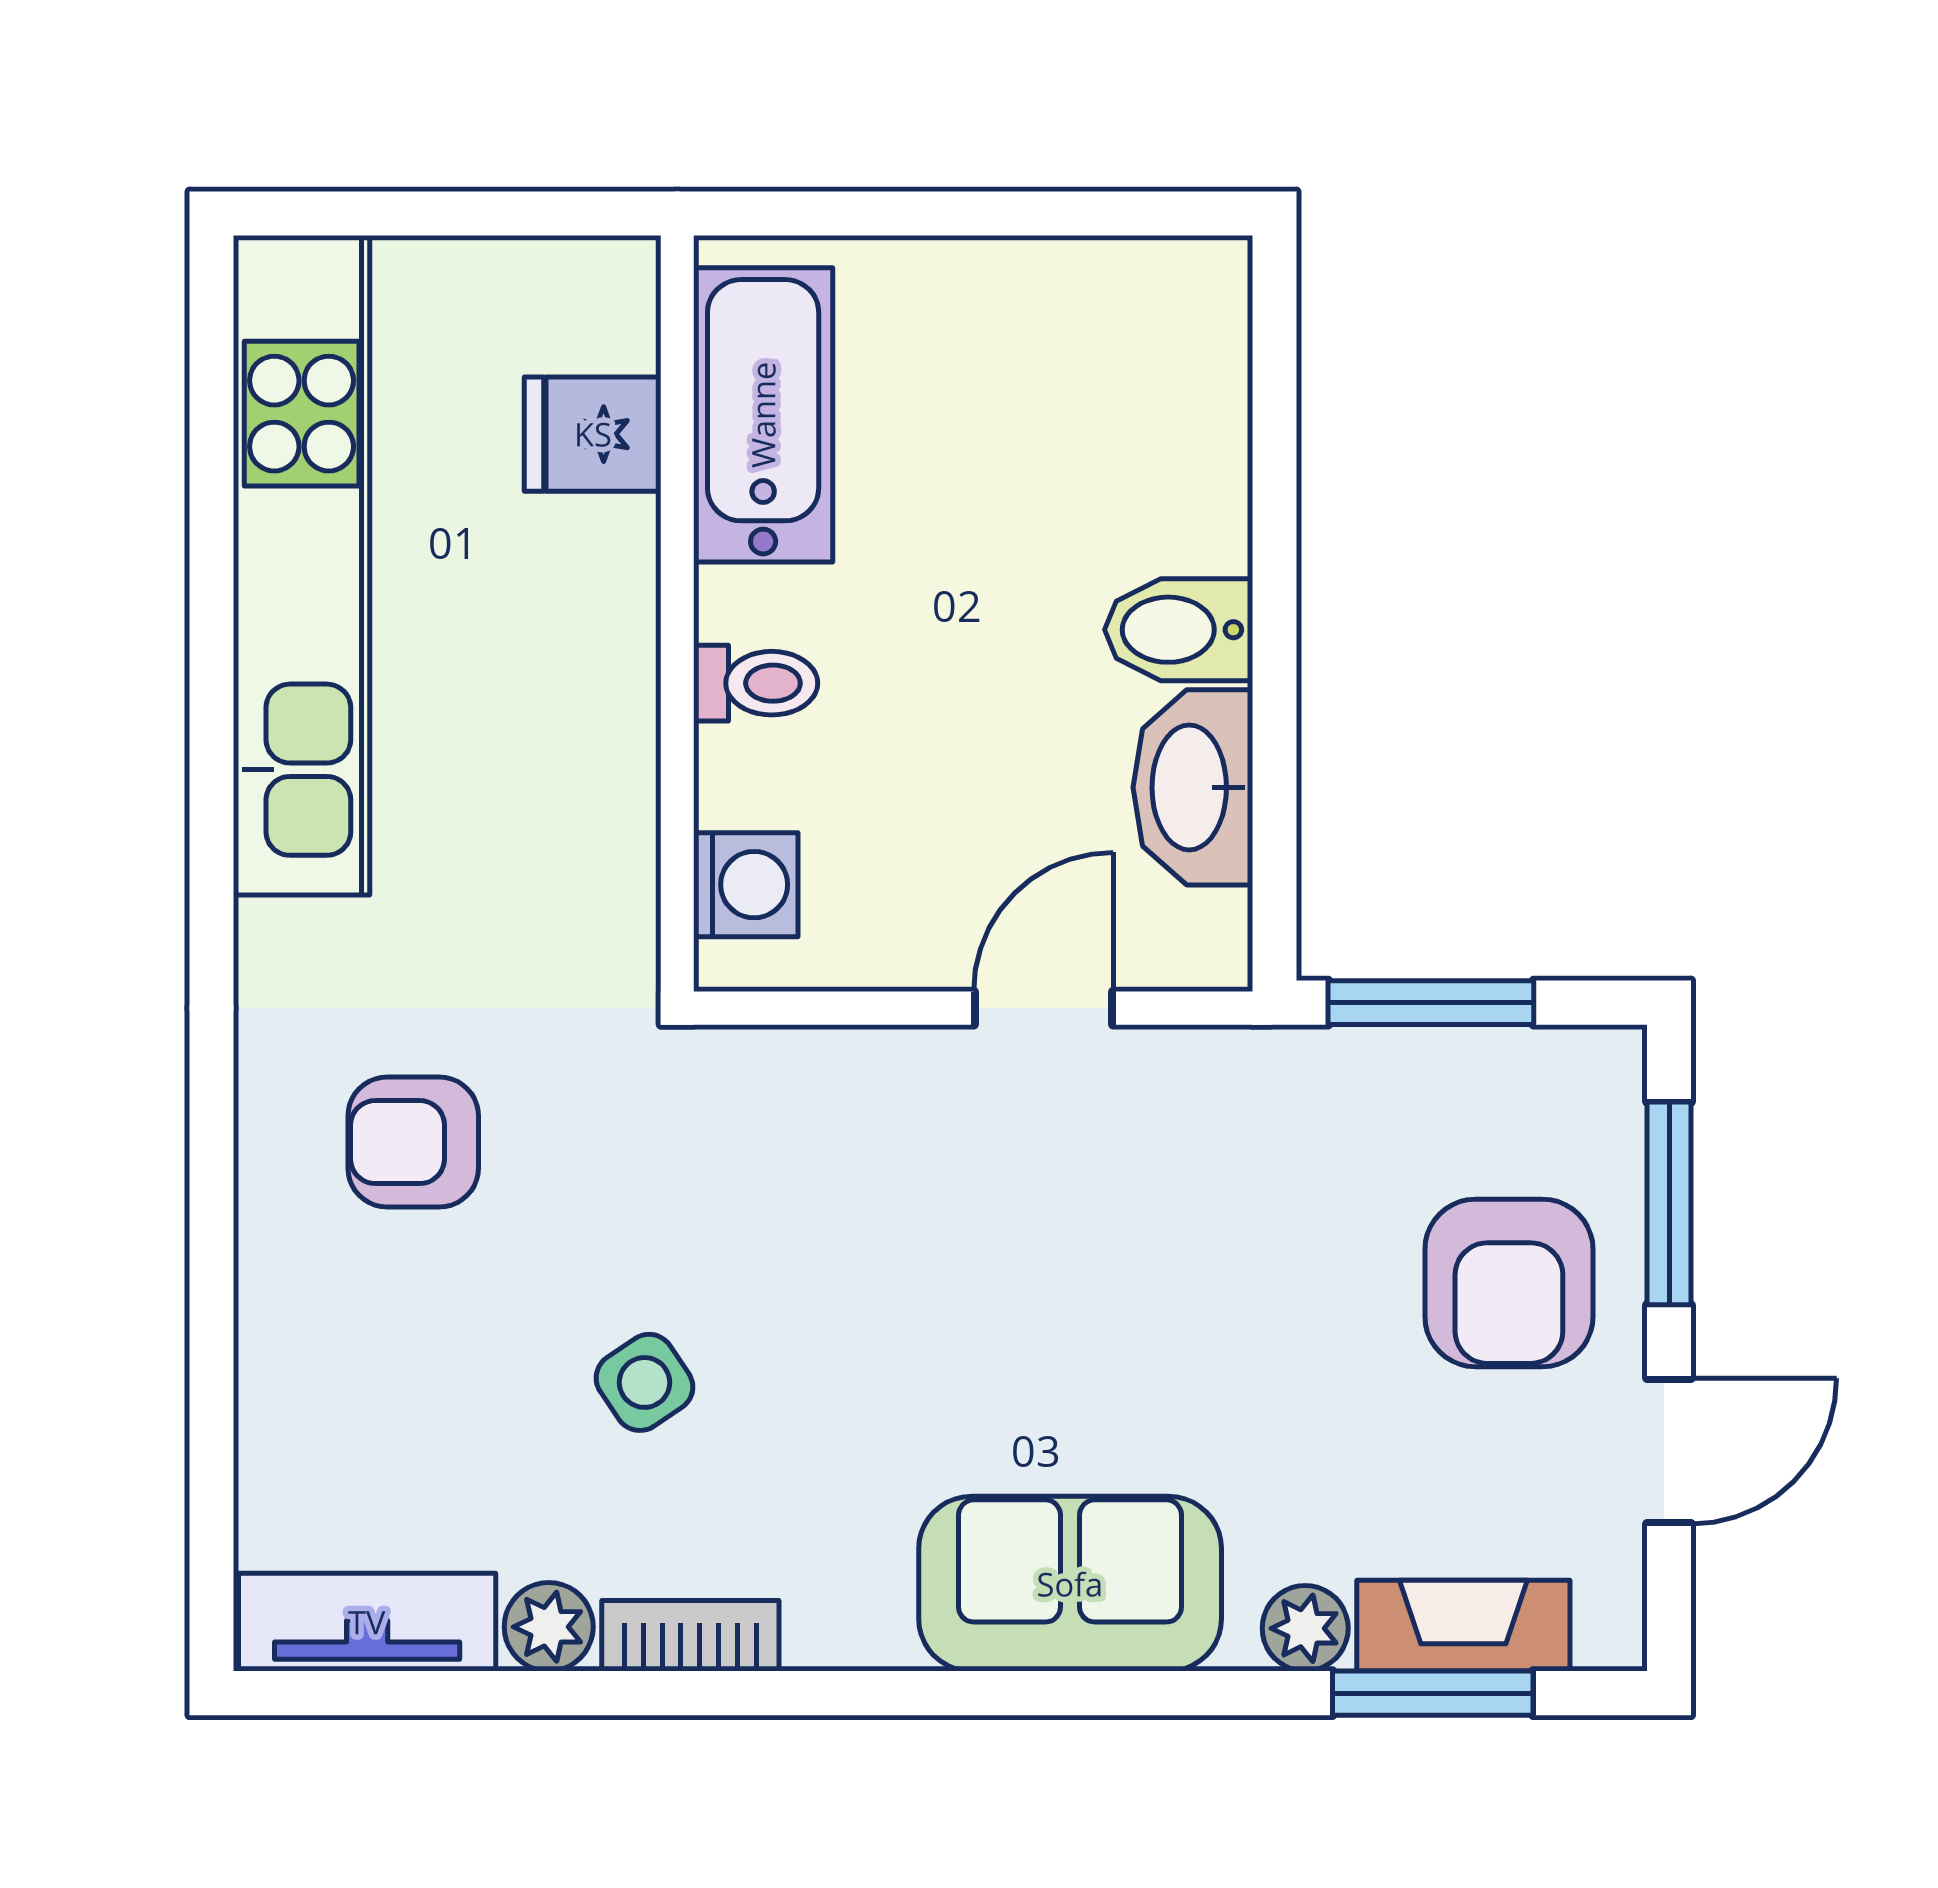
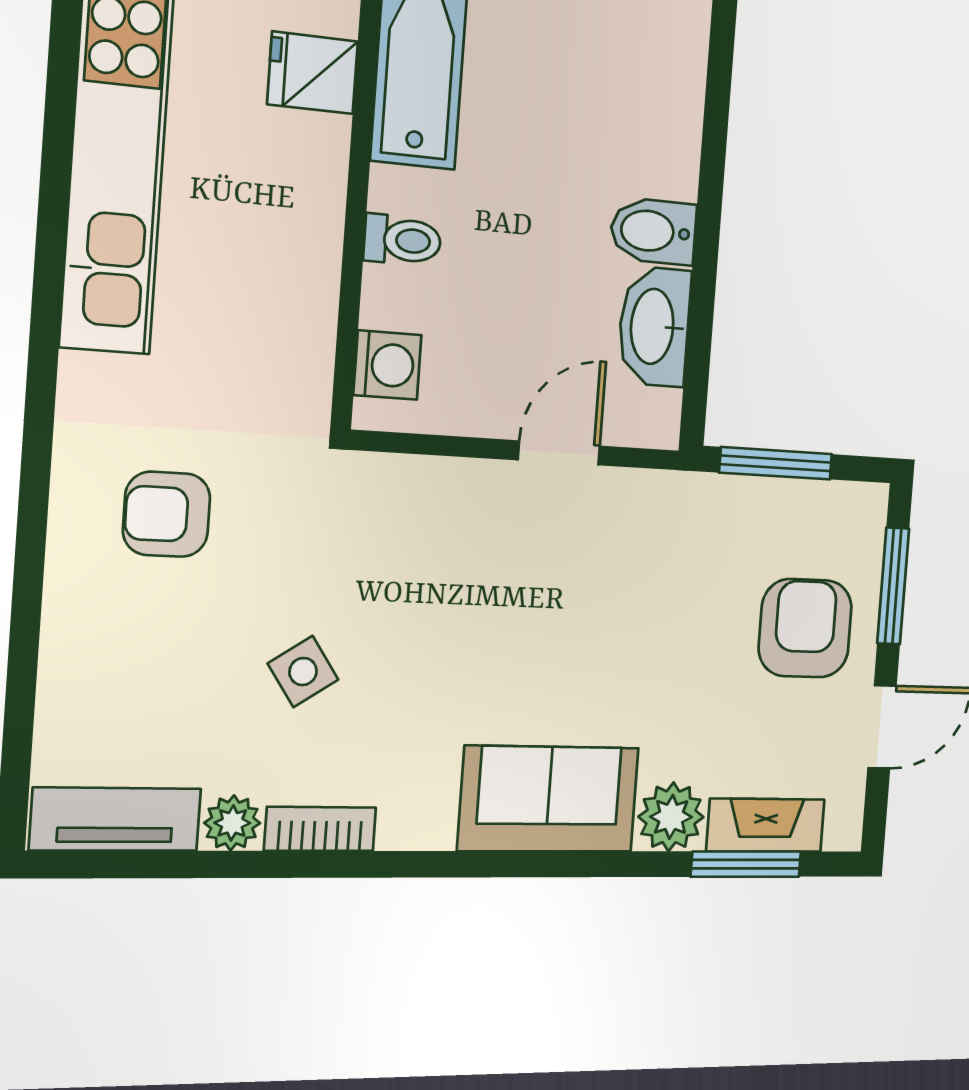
armchair: (1509, 1283) -> (805, 628), turned 180
plant: (1305, 1628) -> (671, 817), width x1.38, depth x1.38

